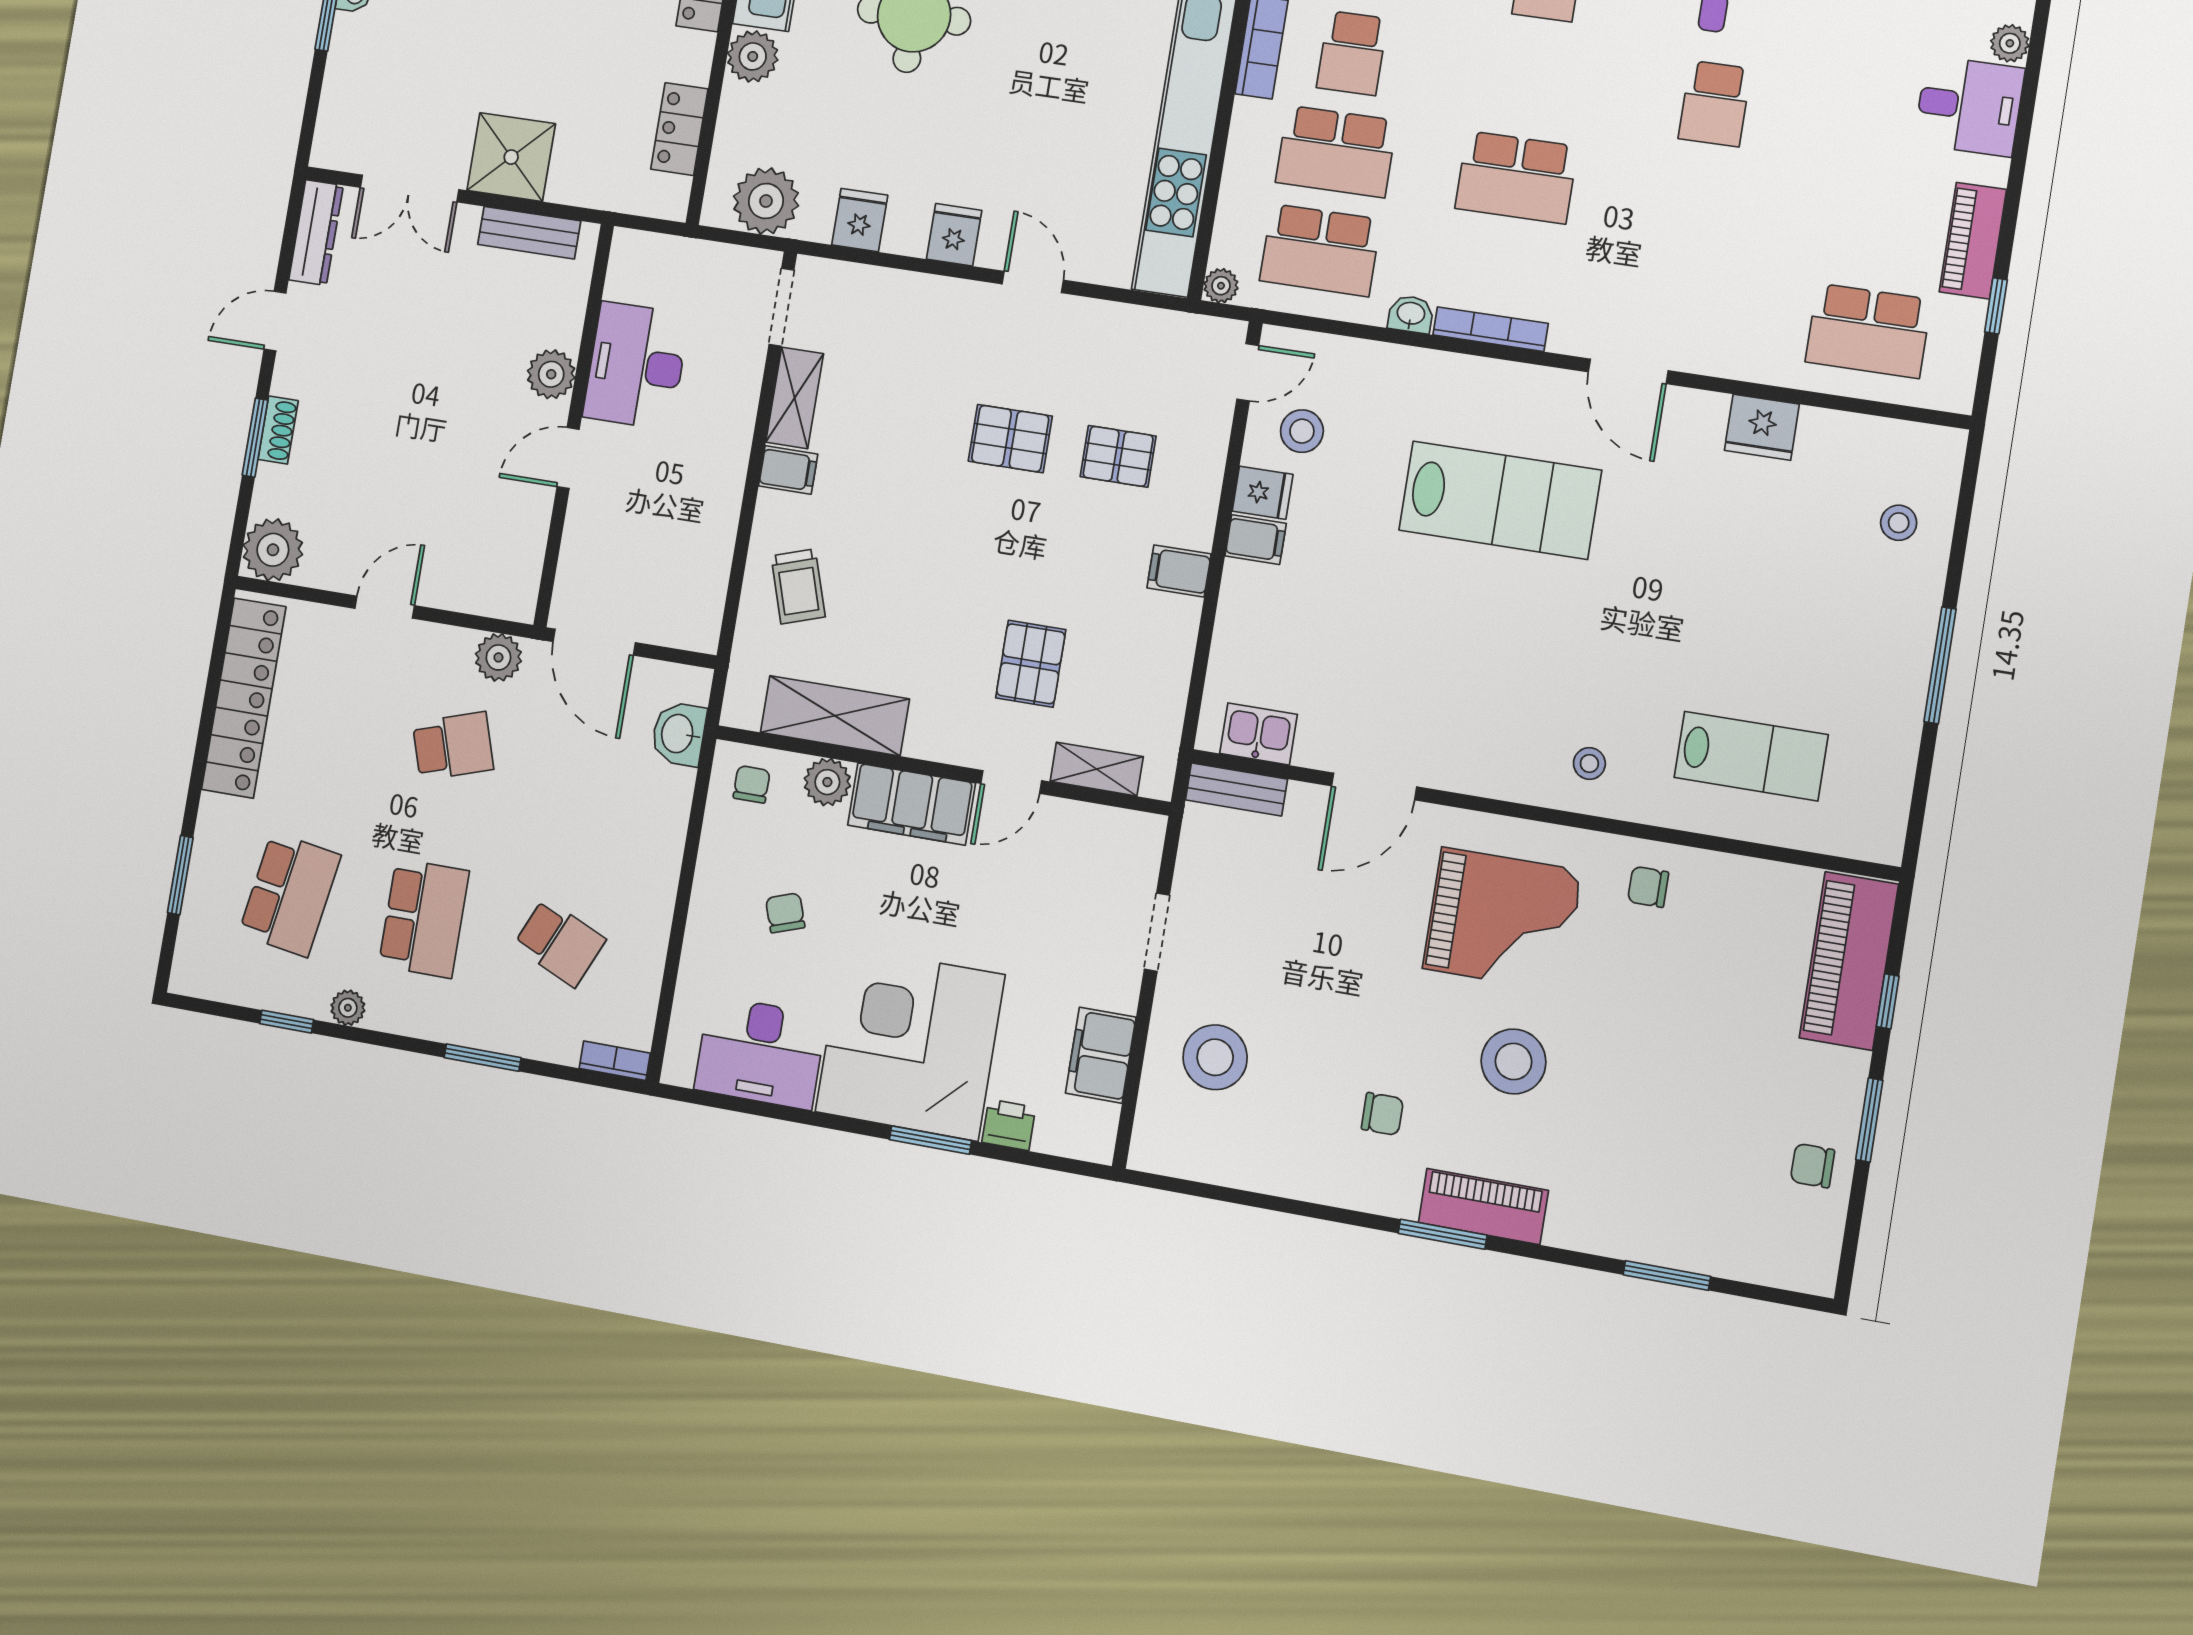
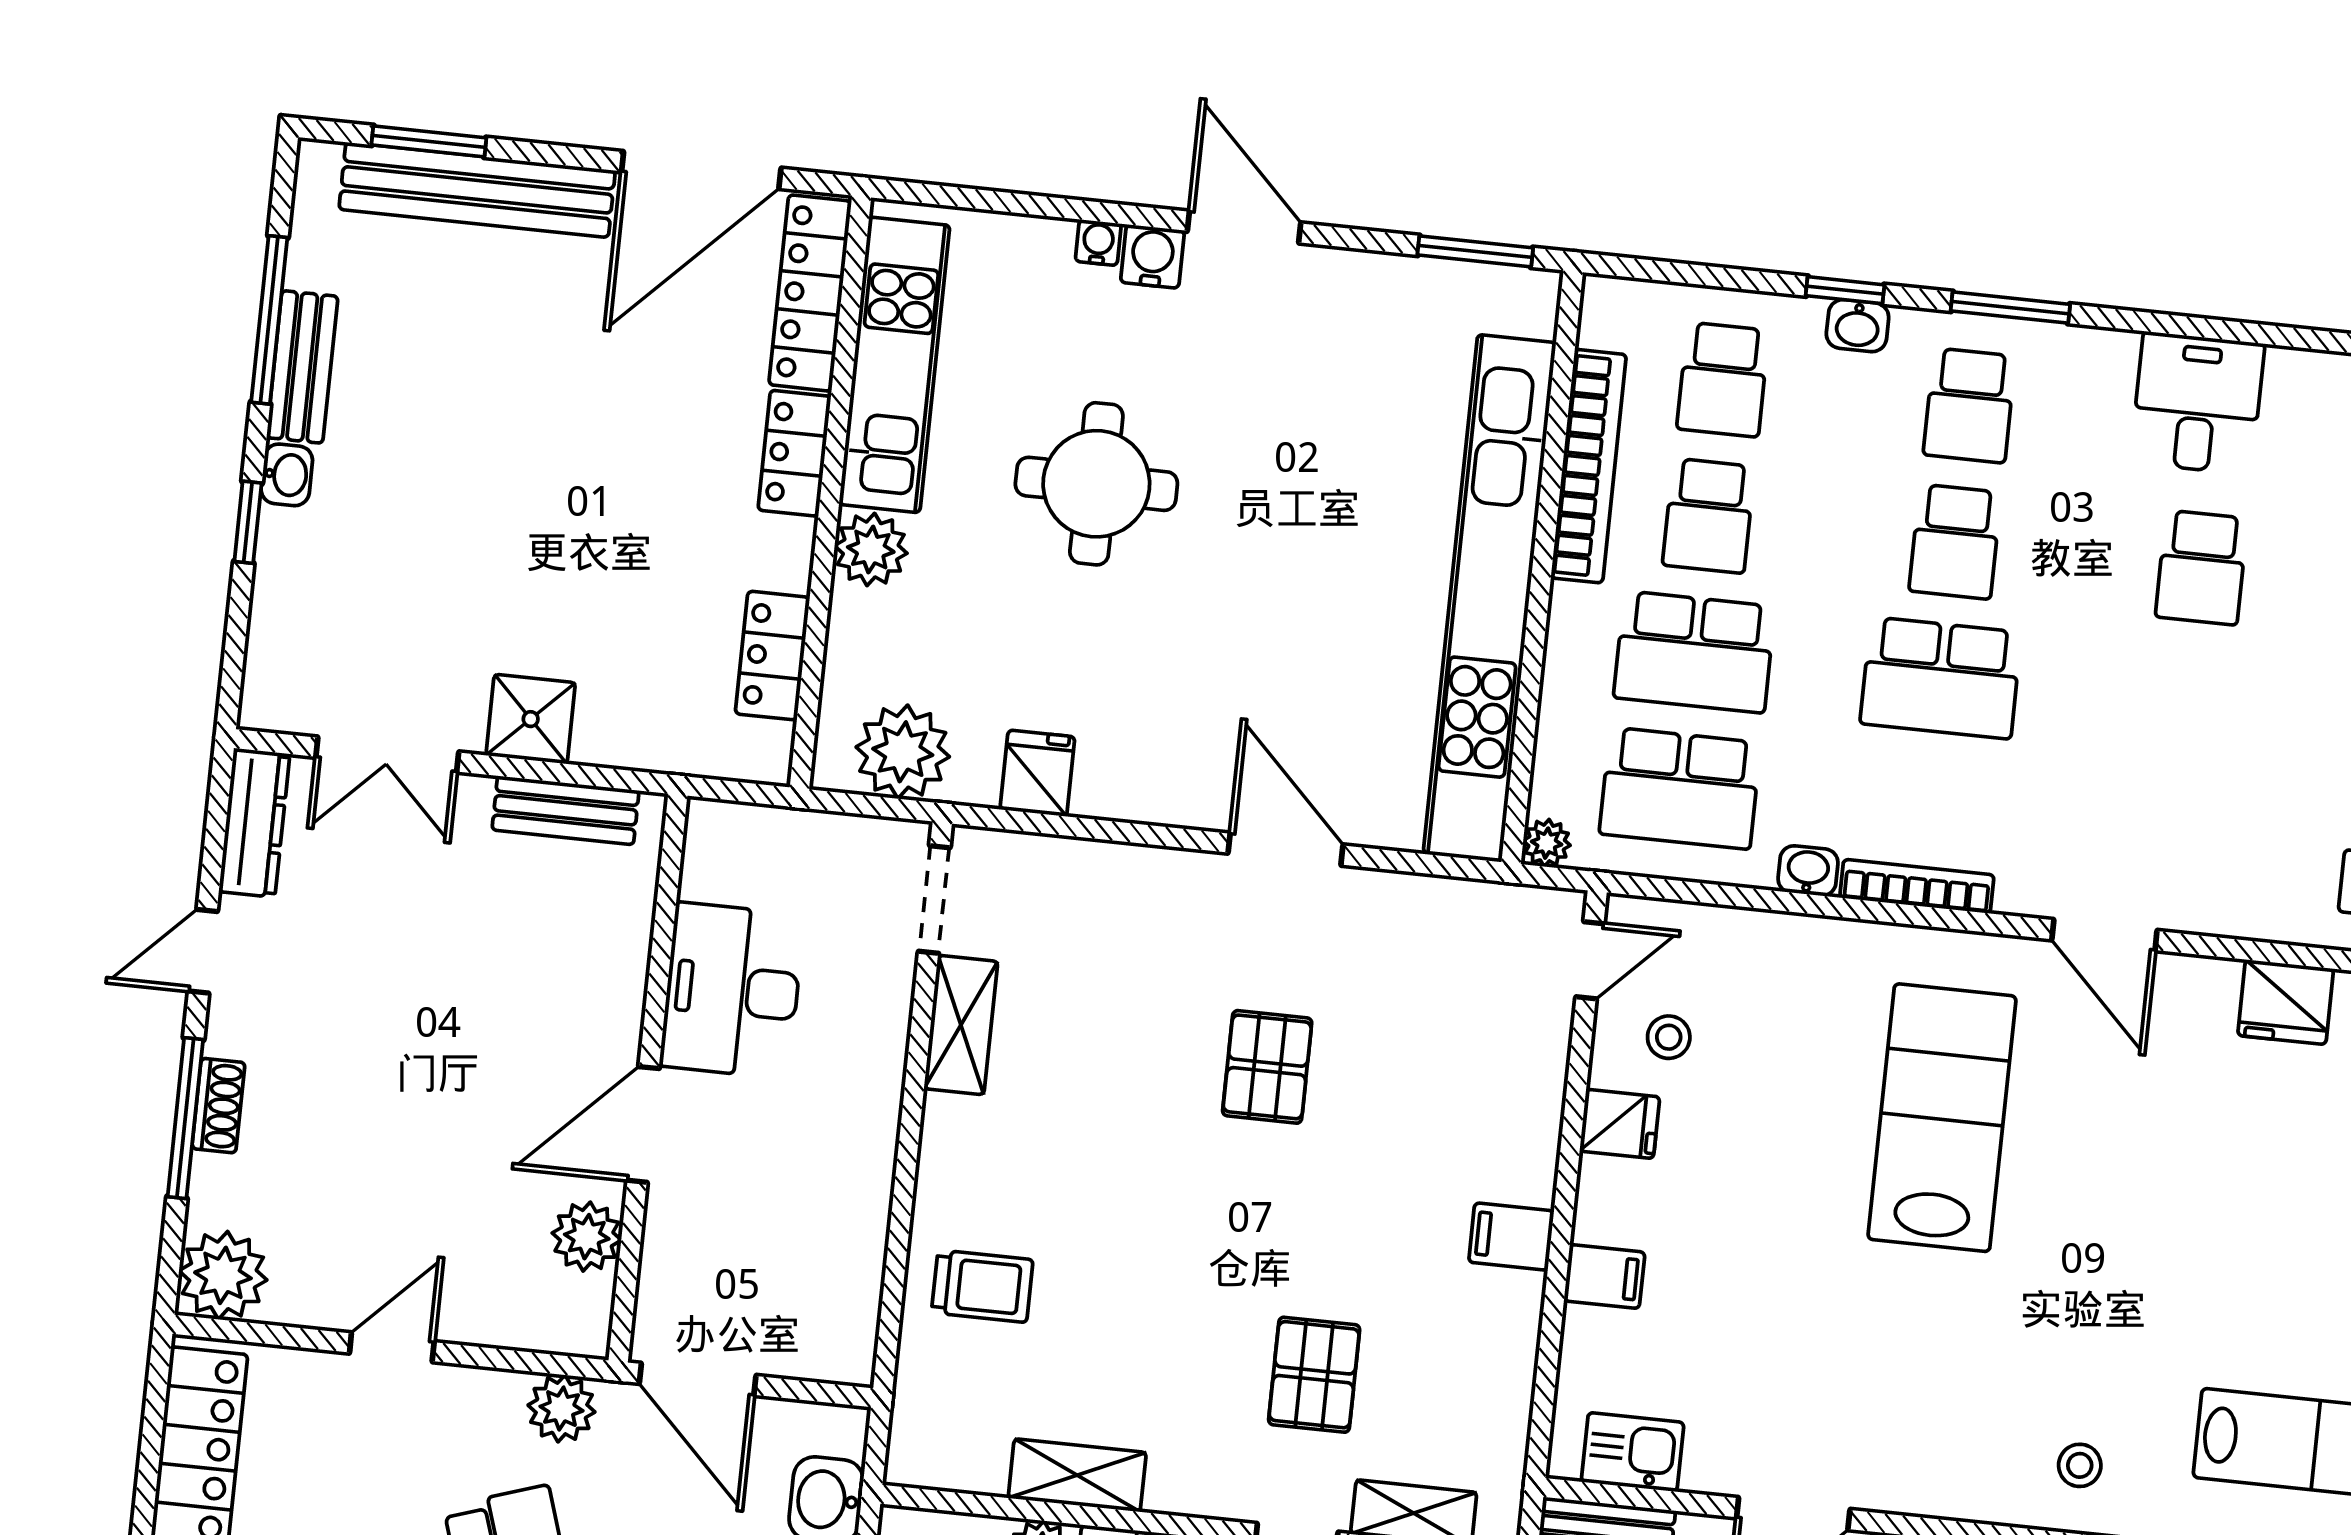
school desk: (1532, 78) -> (1955, 542), added
shower: (511, 157) -> (531, 719), width x0.73, depth x0.73
fridge: (954, 235) -> (1172, 788), removed
door: (1033, 282) -> (1286, 849), width x1.38
plant: (551, 374) -> (587, 1237), moved
stool: (1302, 431) -> (1669, 1037), width x0.73, depth x0.73
window: (255, 438) -> (185, 1118), width x1.44
pallet: (1010, 439) -> (1267, 1067), turned 90
pallet: (1118, 456) -> (1418, 1084), removed
door: (568, 458) -> (643, 1124), width x1.38
filing cabinet: (788, 470) -> (958, 1126), removed
lab bench: (1500, 500) -> (1942, 1118), turned -90
filing cabinet: (1256, 540) -> (1604, 1276), moved
trolley: (798, 586) -> (982, 1286), turned -72
shelving: (835, 716) -> (1077, 1475), width x0.67, depth x0.75

